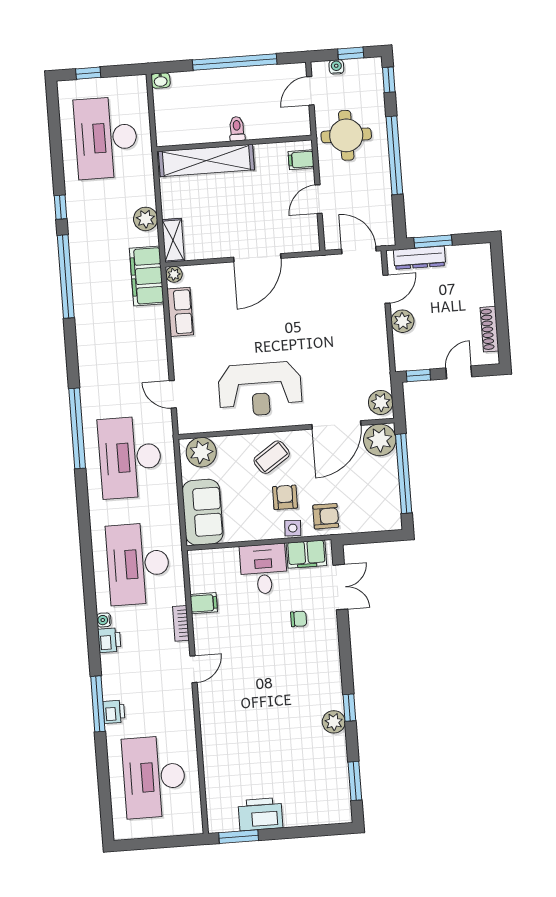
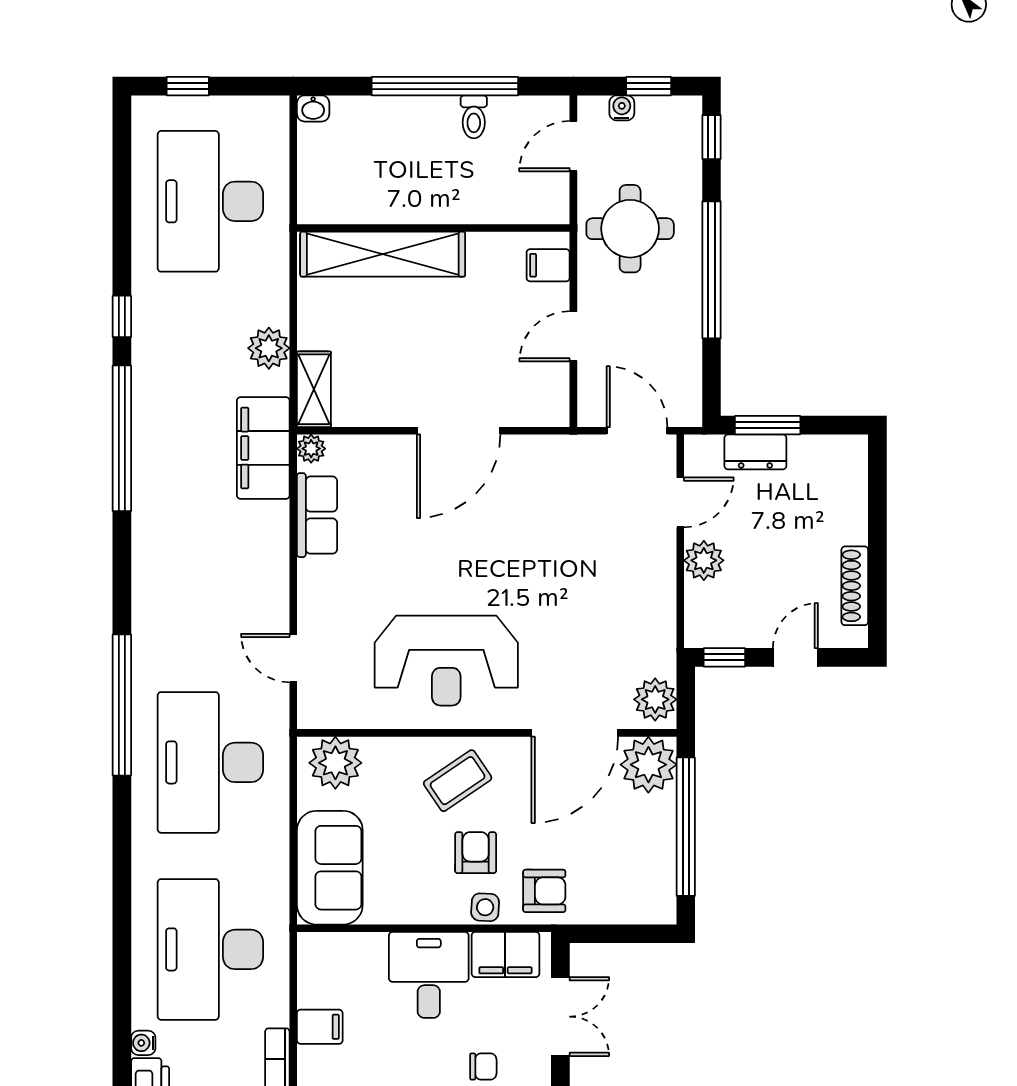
toilet: (237, 129) -> (474, 117), moved, turned 180
dresser: (419, 258) -> (755, 452), width x0.70

